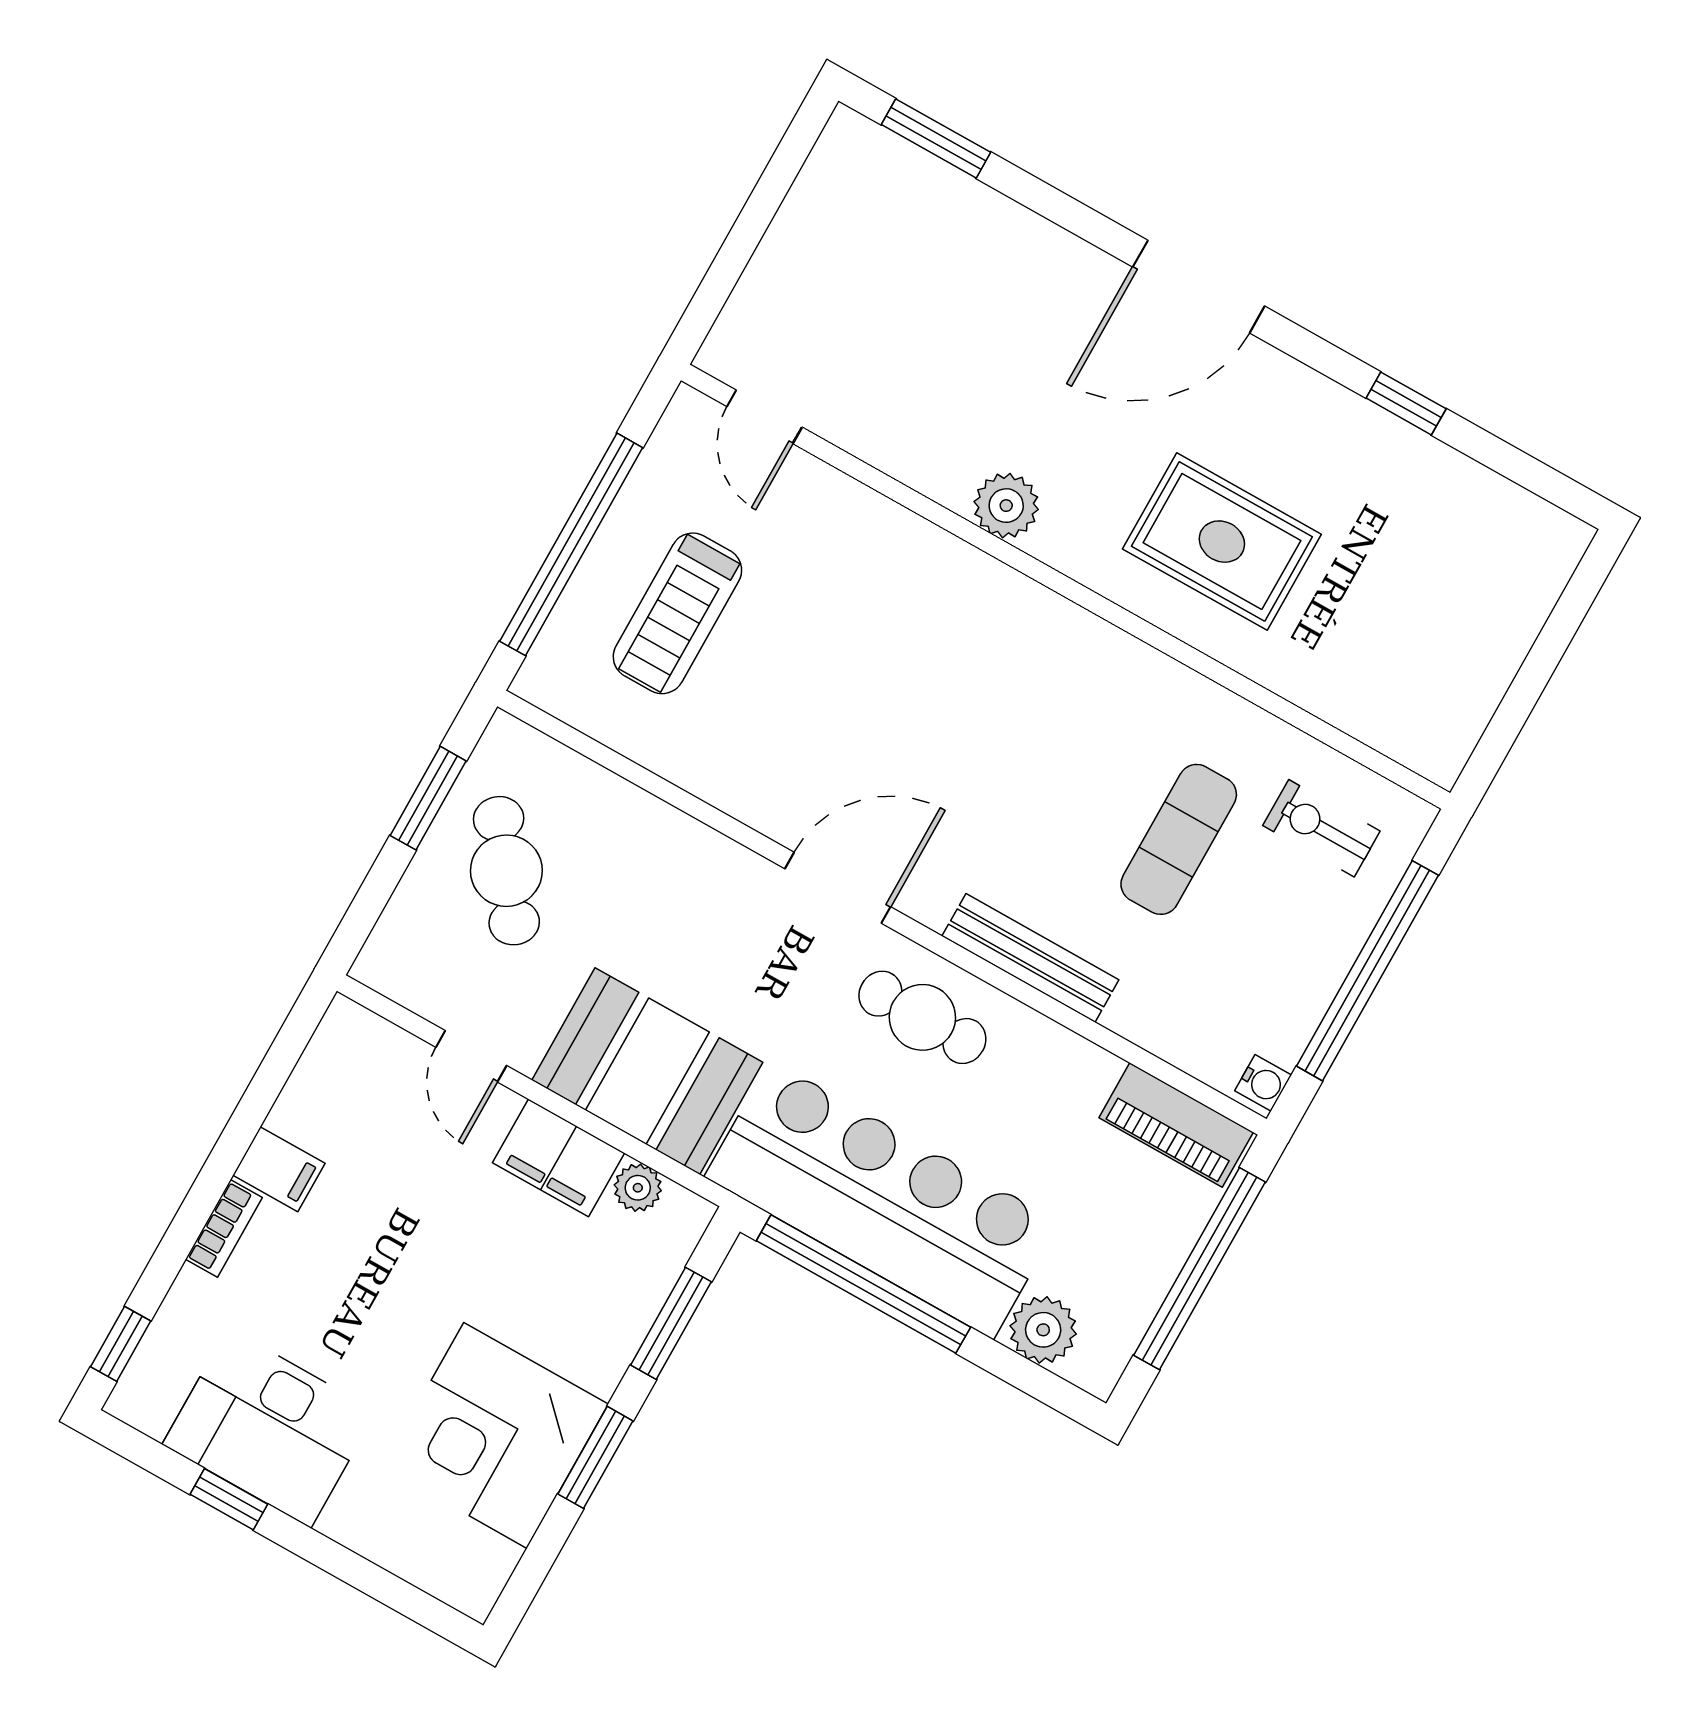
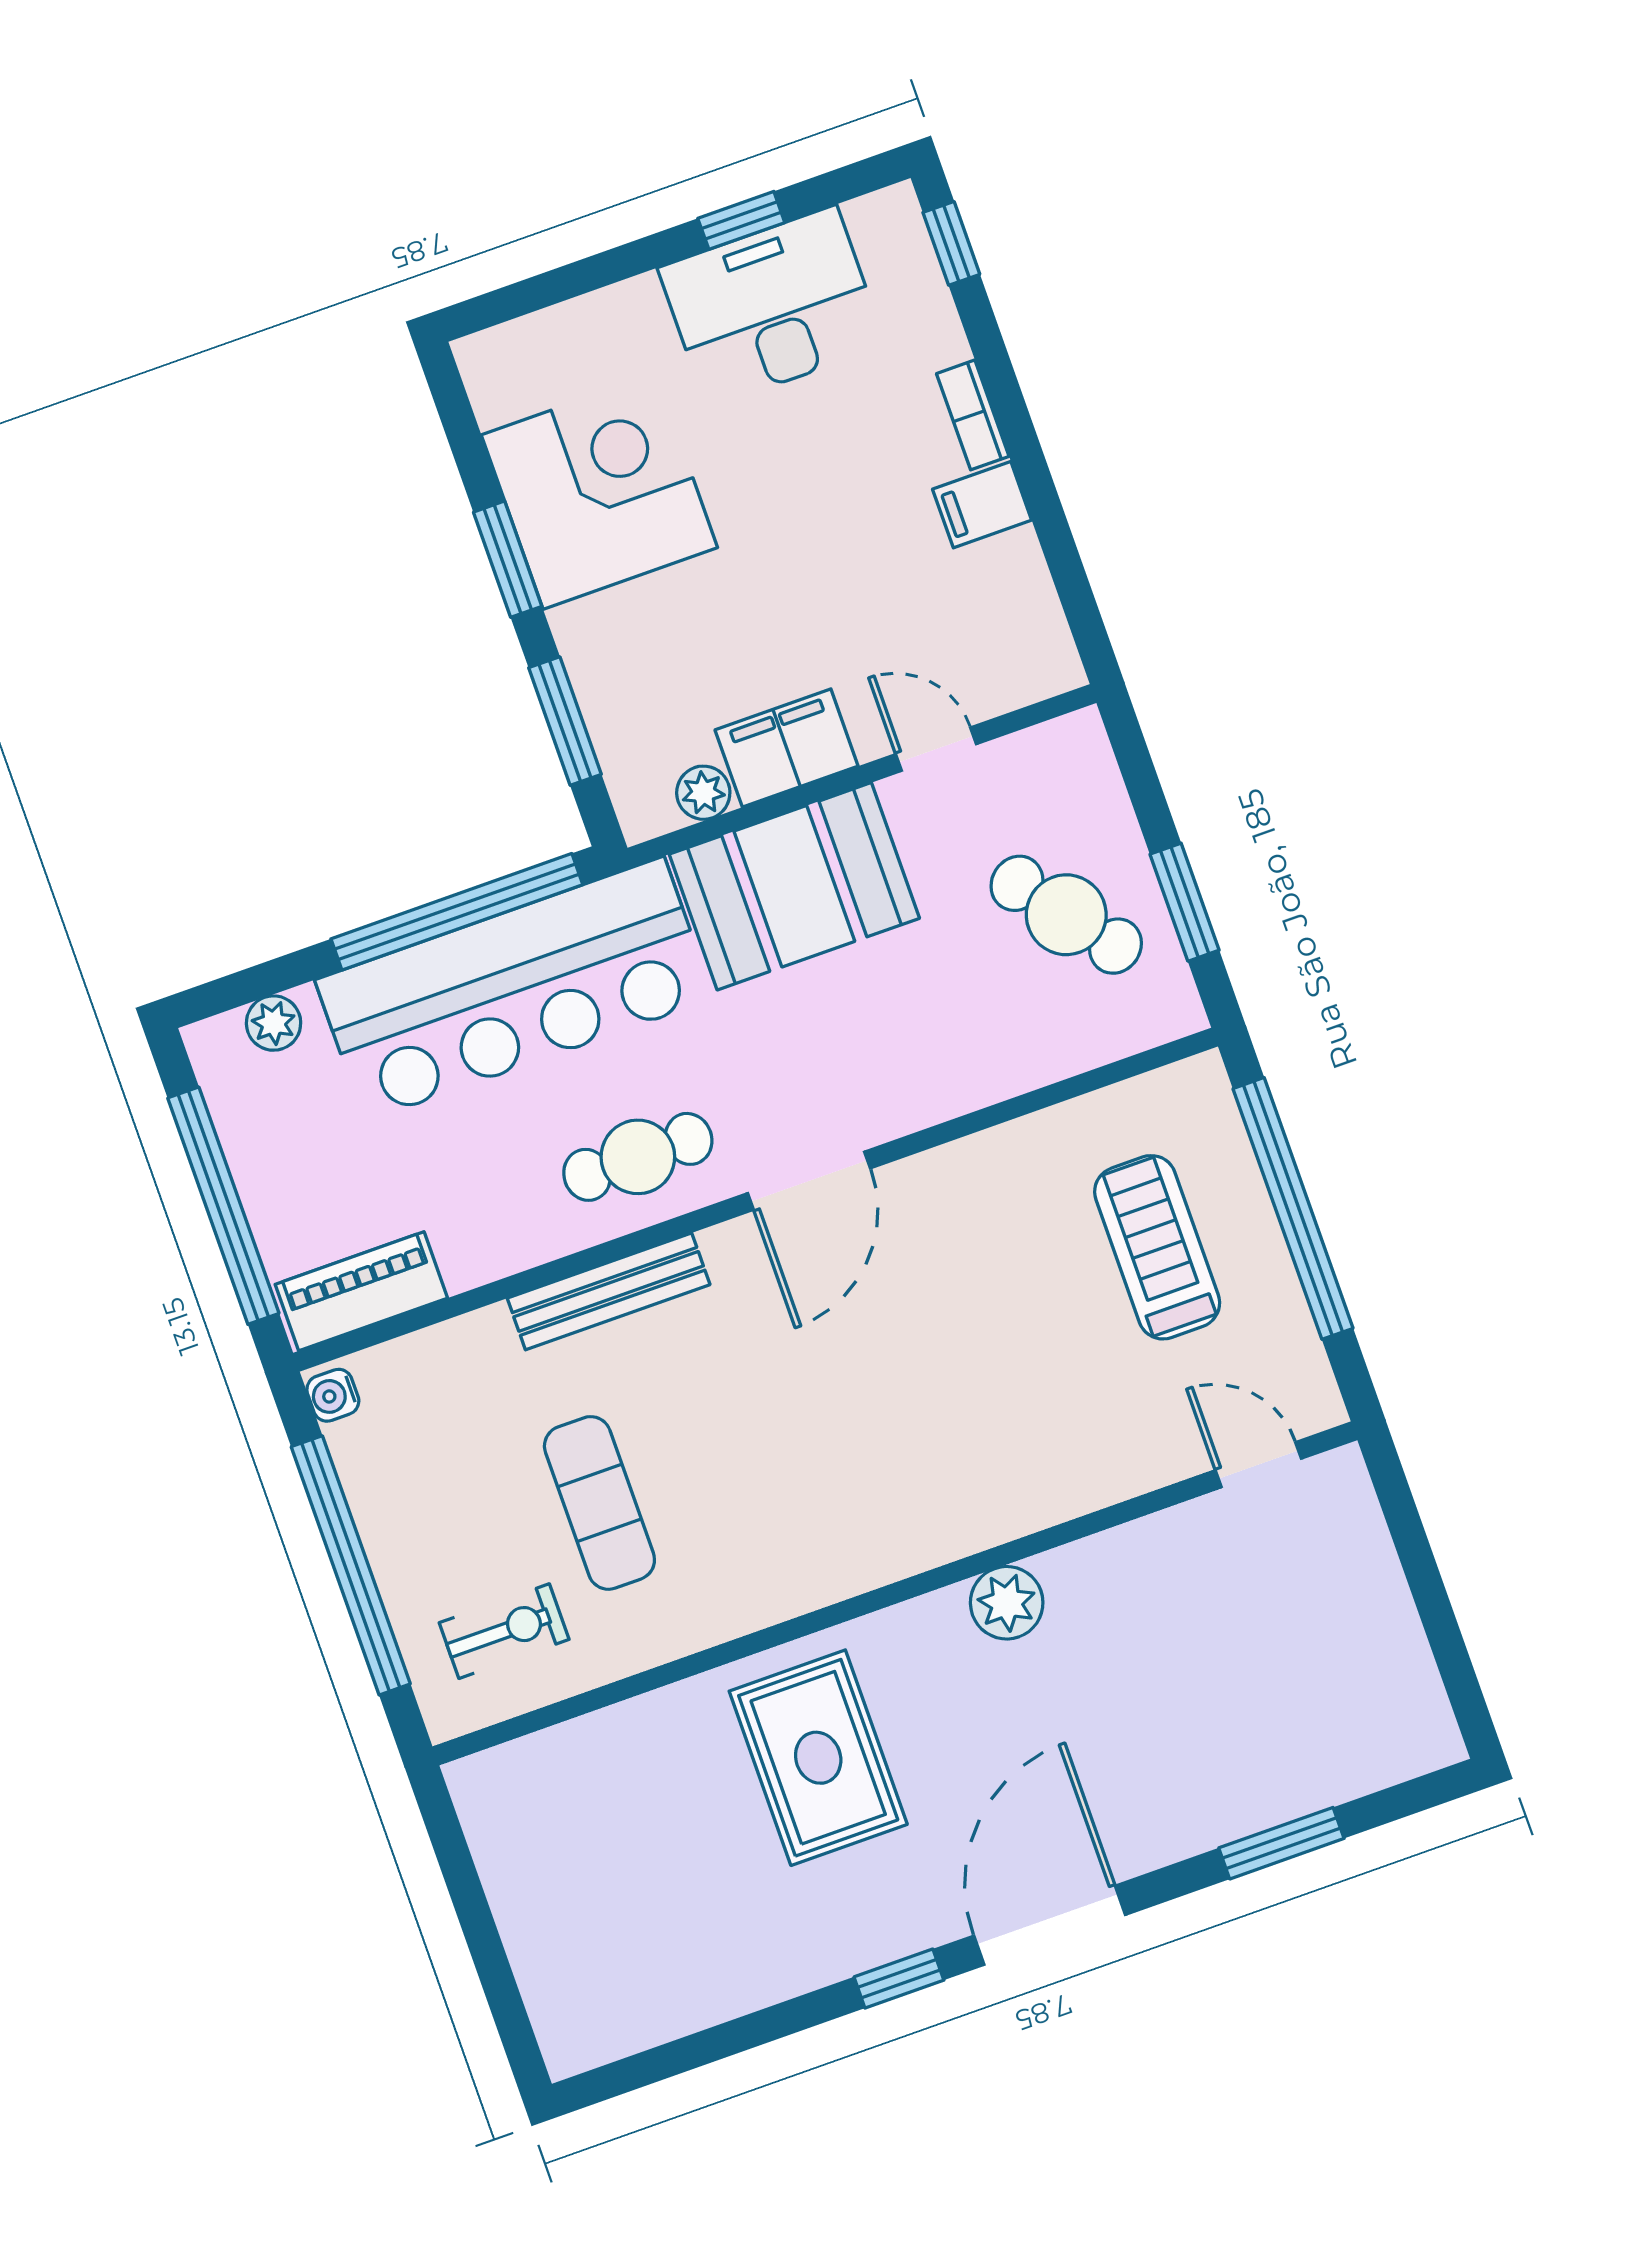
window: (936, 138) -> (1281, 1843), moved
window: (1406, 403) -> (899, 1979), moved
rug: (1222, 542) -> (818, 1758), turned 90
plant: (1043, 1330) -> (274, 1023), width x0.73, depth x0.73

